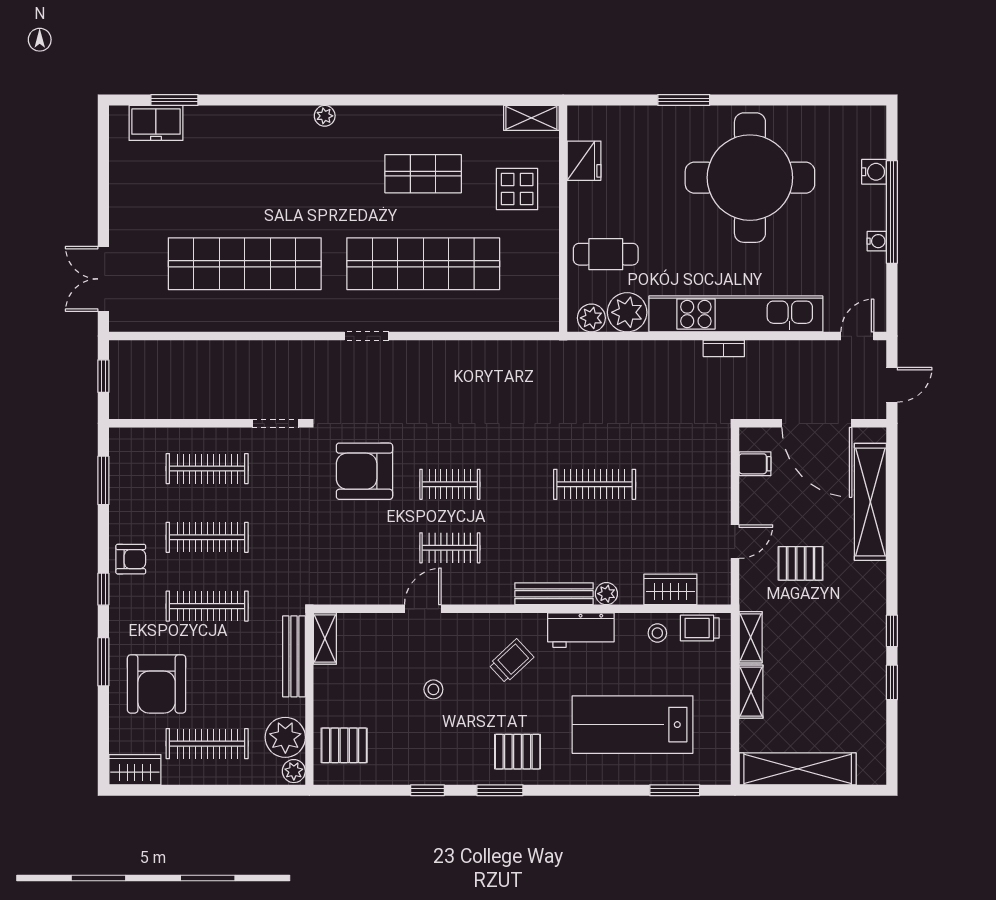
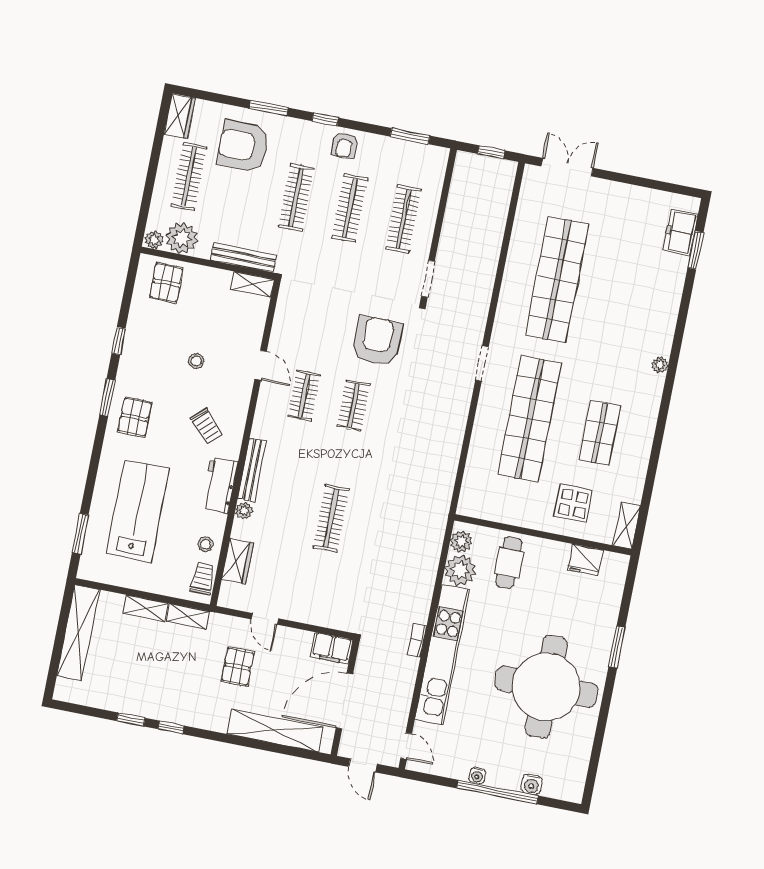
filing cabinet: (755, 464) -> (332, 648), width x2.00

